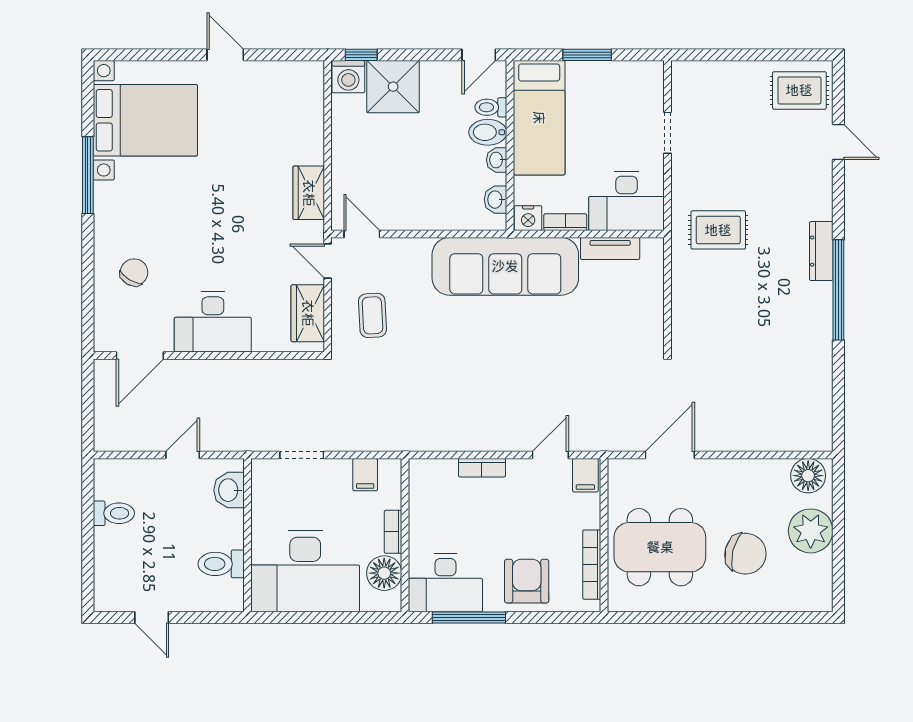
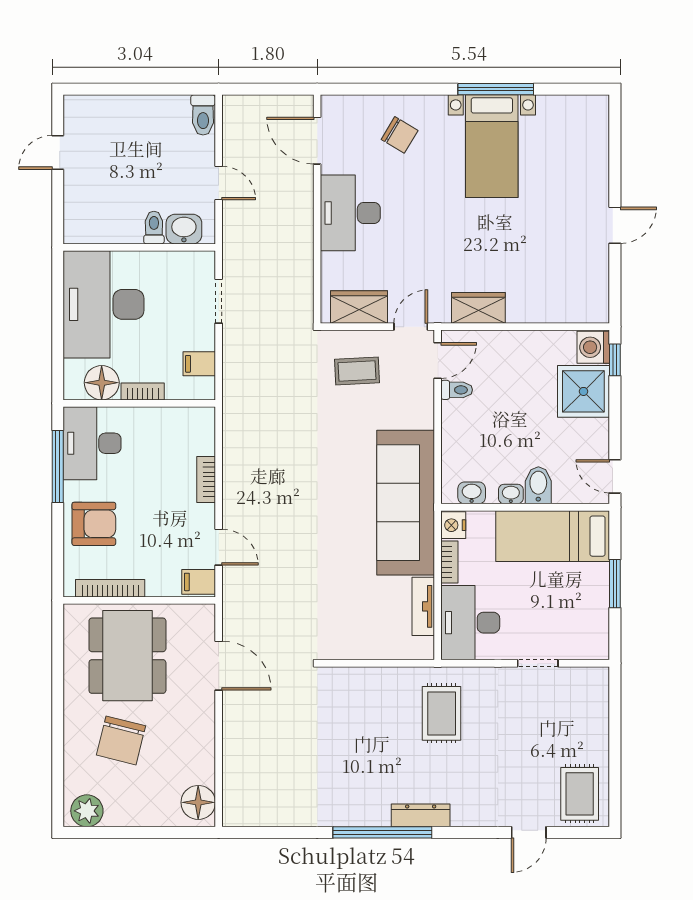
toilet: (491, 107) -> (457, 390), moved, turned 90
bed with nightstands: (145, 120) -> (492, 146), moved, width x0.73
toilet: (114, 513) -> (203, 115), moved
plant: (811, 531) -> (87, 811), moved, width x0.73, depth x0.73
toilet: (221, 564) -> (154, 228), moved, width x0.73, depth x0.72

